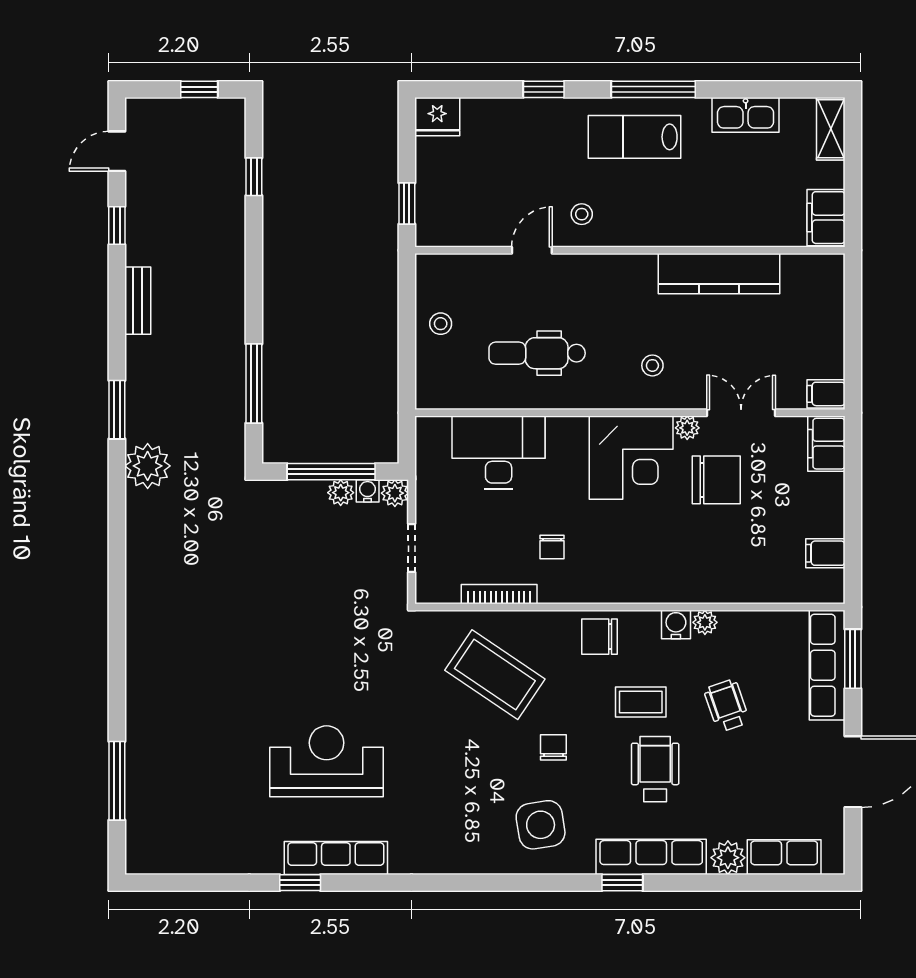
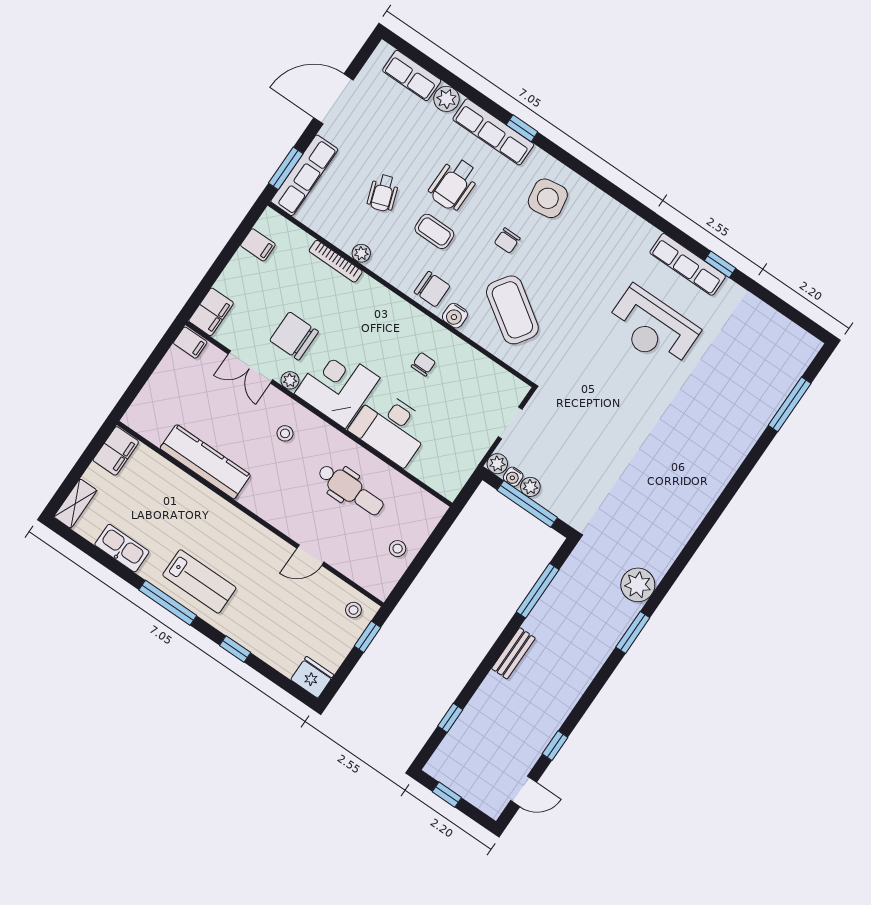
stool: (582, 214) -> (353, 610), moved
bench: (138, 301) -> (513, 653), moved
desk: (499, 452) -> (391, 427), moved
bookcase: (499, 594) -> (336, 261), moved
water cooler: (676, 625) -> (455, 316), moved

